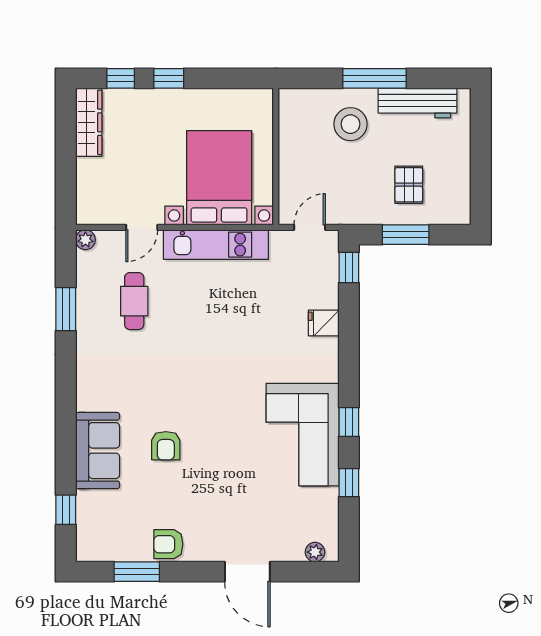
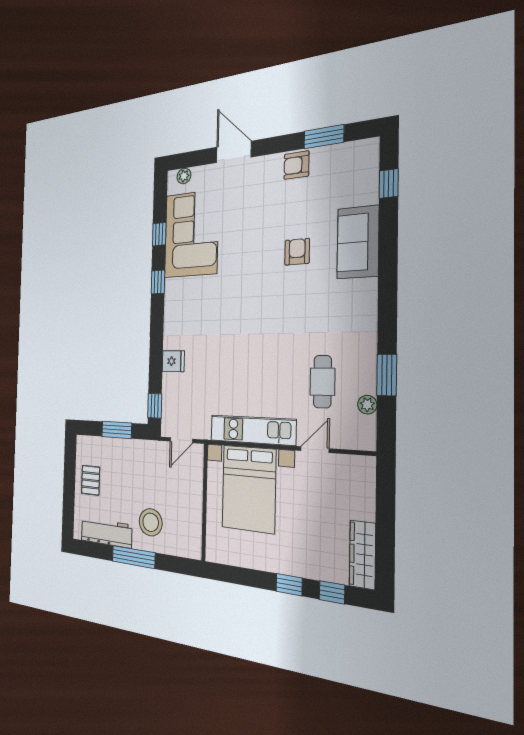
pallet: (409, 185) -> (91, 480), moved
plant: (85, 240) -> (367, 405), moved
corner sofa: (303, 435) -> (191, 234), moved
armchair: (168, 544) -> (296, 165), turned 180

